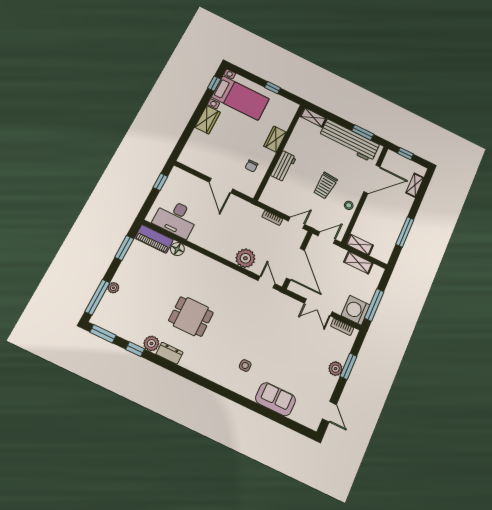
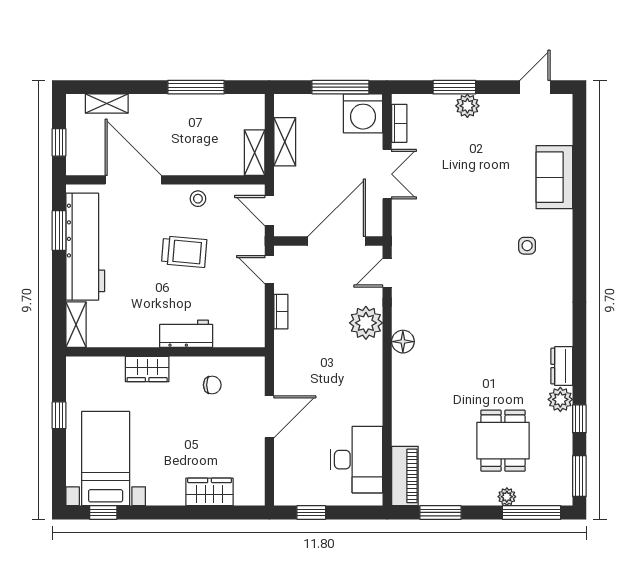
wardrobe: (208, 120) -> (210, 492), moved
floor lamp: (177, 249) -> (403, 342), moved
dining table: (191, 317) -> (503, 441), moved

